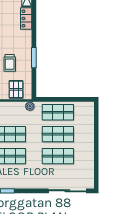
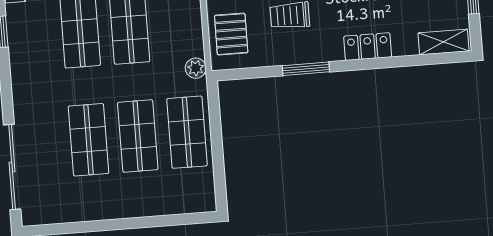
locker: (26, 18) -> (368, 47), moved
pallet: (16, 89) -> (231, 34), turned 90

